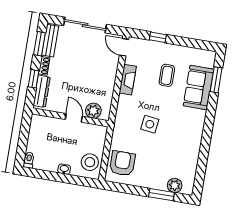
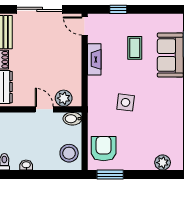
bidet: (98, 131) -> (72, 119), added
washbasin: (64, 169) -> (26, 165), moved
window: (161, 195) -> (110, 175), moved

